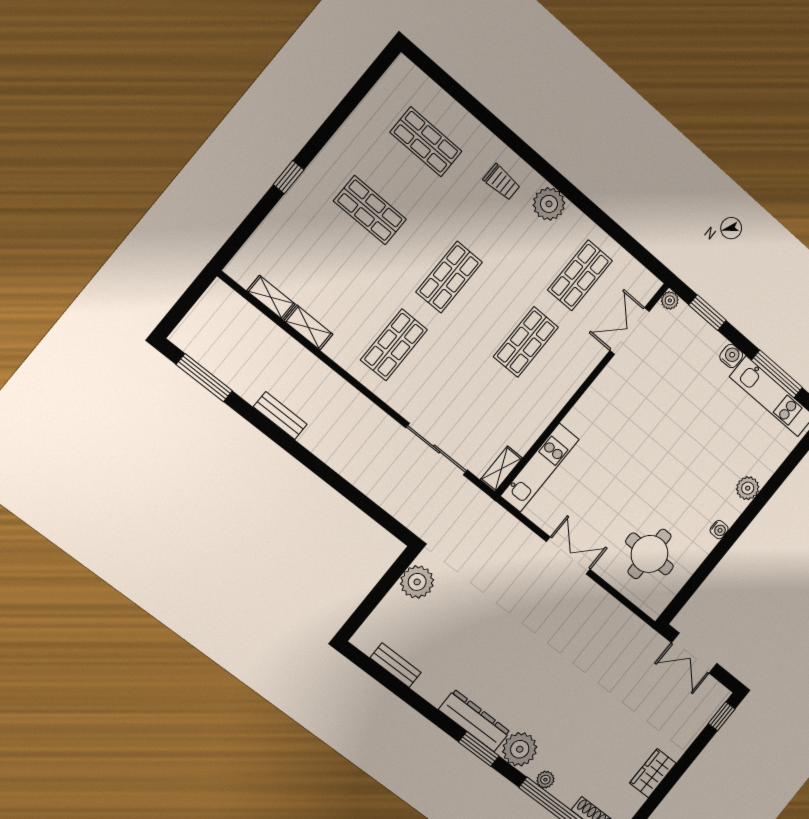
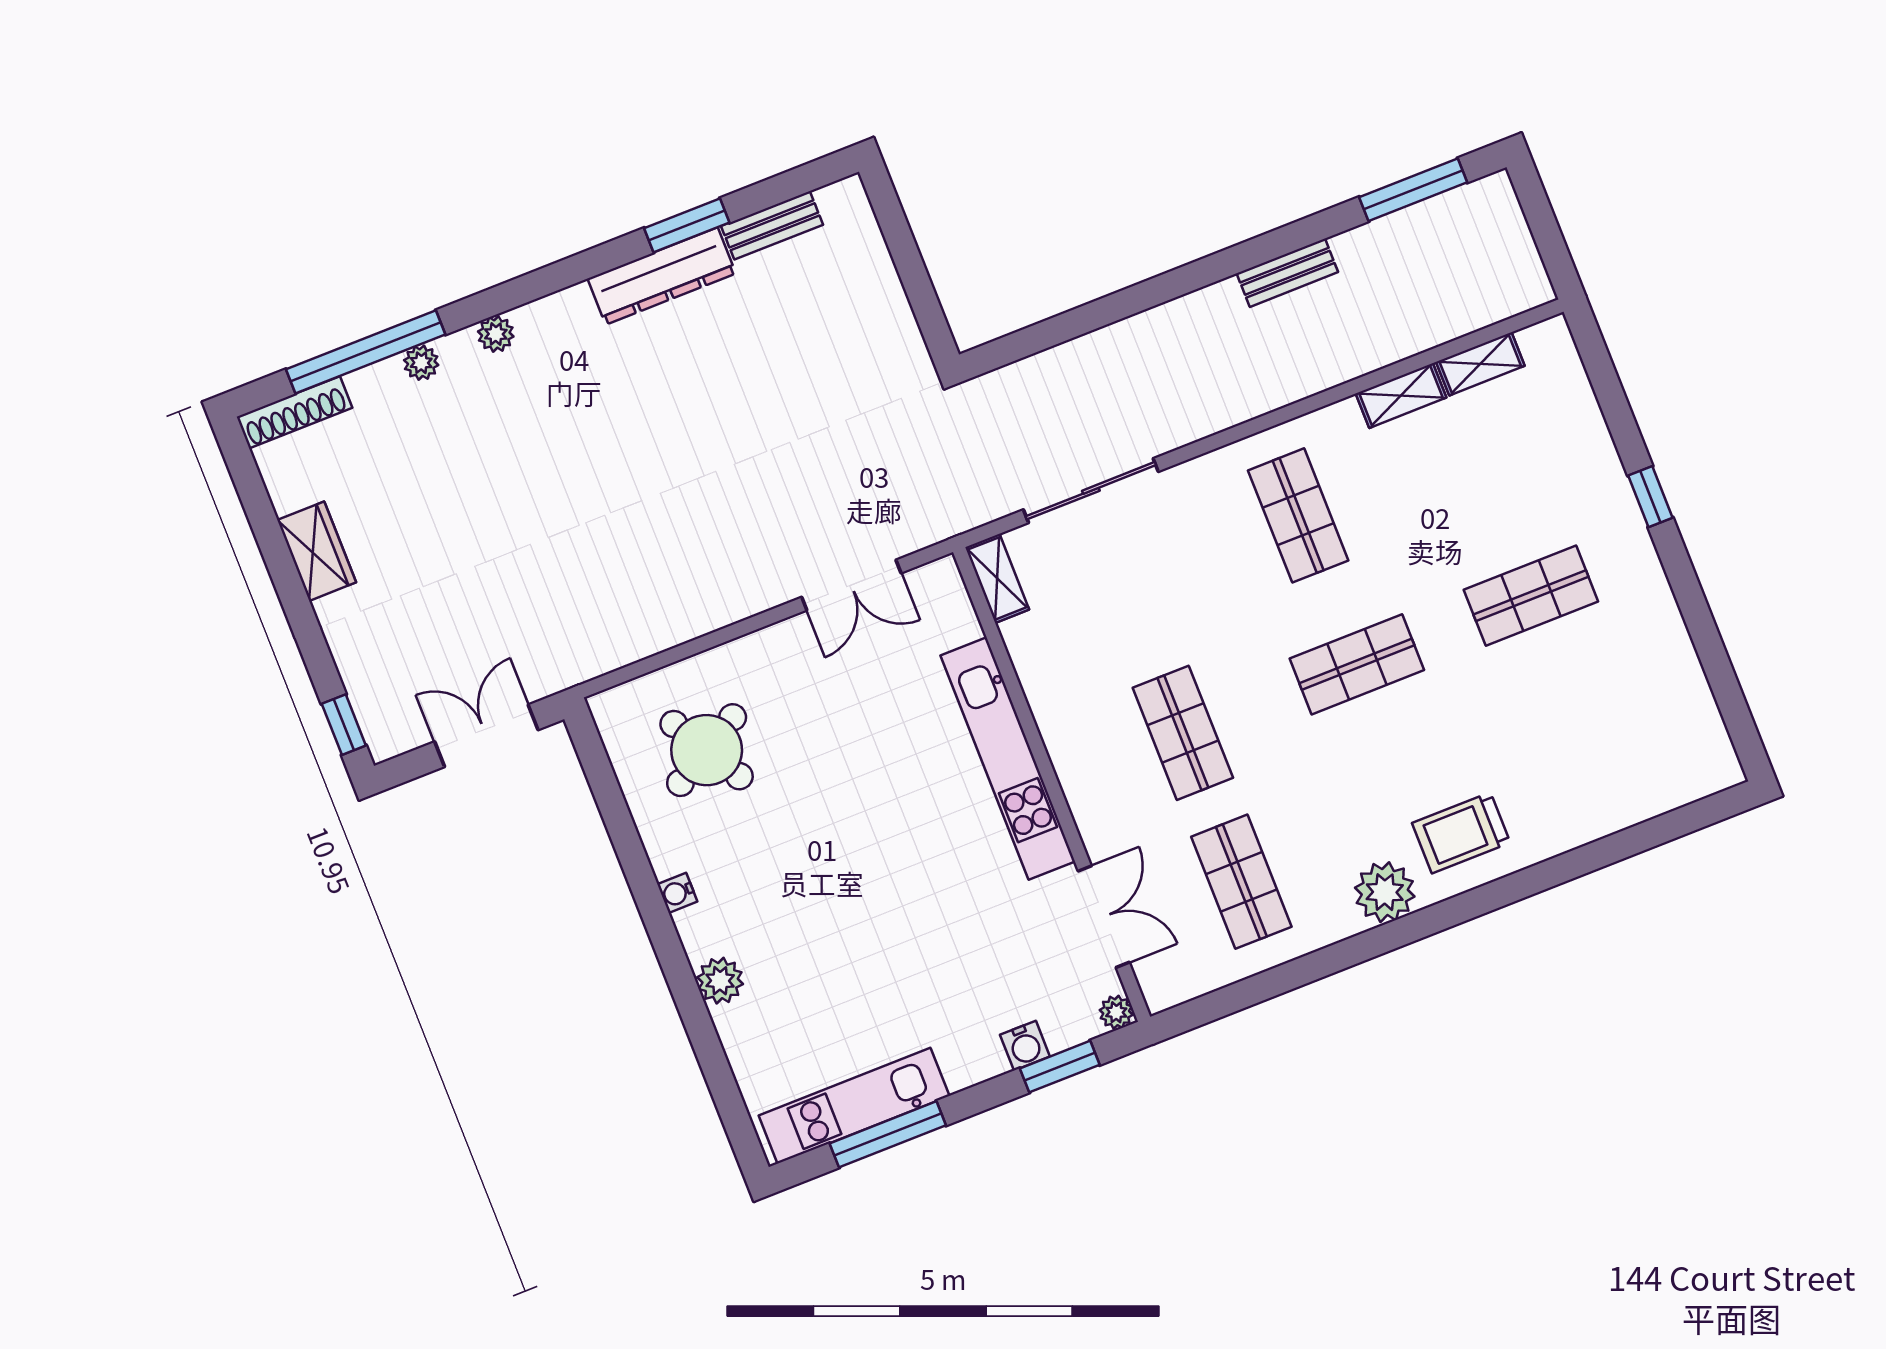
shop shelf: (426, 142) -> (1590, 745), removed
trolley: (502, 182) -> (1461, 833), width x1.36, depth x1.39
shop shelf: (449, 277) -> (1357, 664), turned 90
water cooler: (731, 356) -> (1025, 1046), moved
kitchen unit: (540, 468) -> (1008, 759), moved, width x1.36
round table: (649, 554) -> (707, 750), turned -30
double door: (568, 556) -> (851, 585), moved
plant: (417, 582) -> (890, 337), removed
dresser: (474, 721) -> (662, 276), moved
window: (479, 749) -> (687, 225), moved
plant: (520, 749) -> (496, 334), width x0.53, depth x0.53

